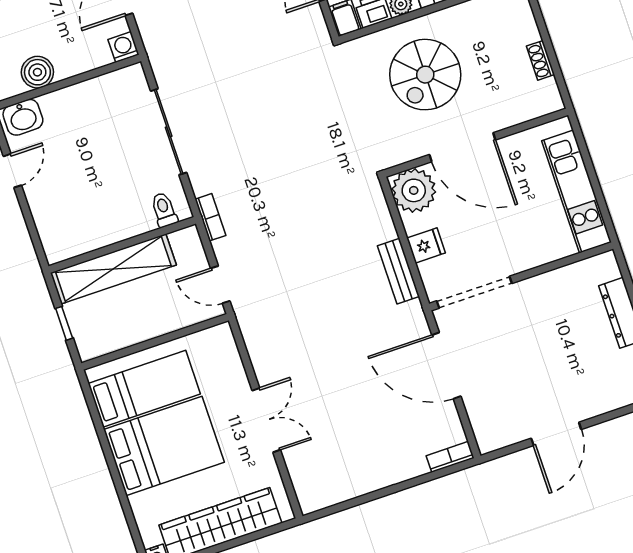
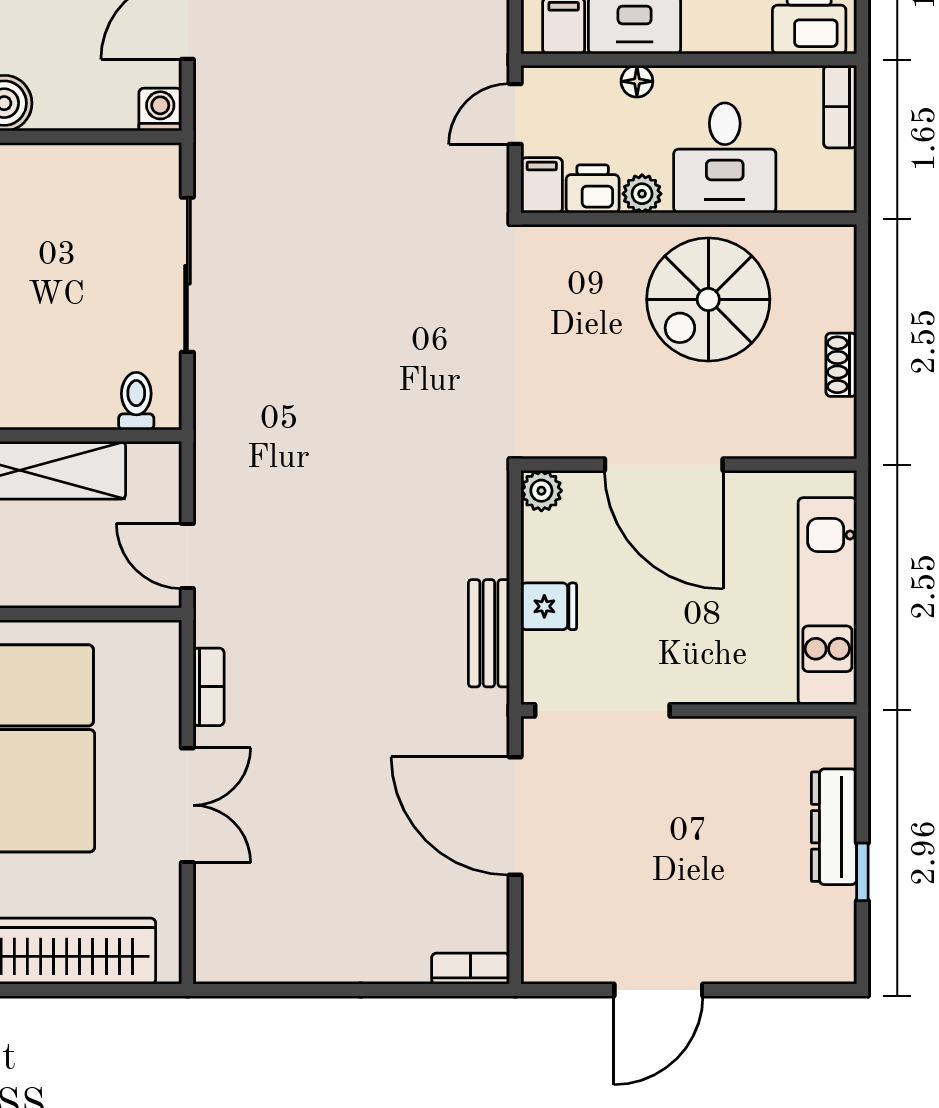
spiral stairs: (425, 75) -> (708, 299), moved
plant: (414, 190) -> (541, 491), width x0.53, depth x0.53
bookcase: (210, 217) -> (209, 687), moved

